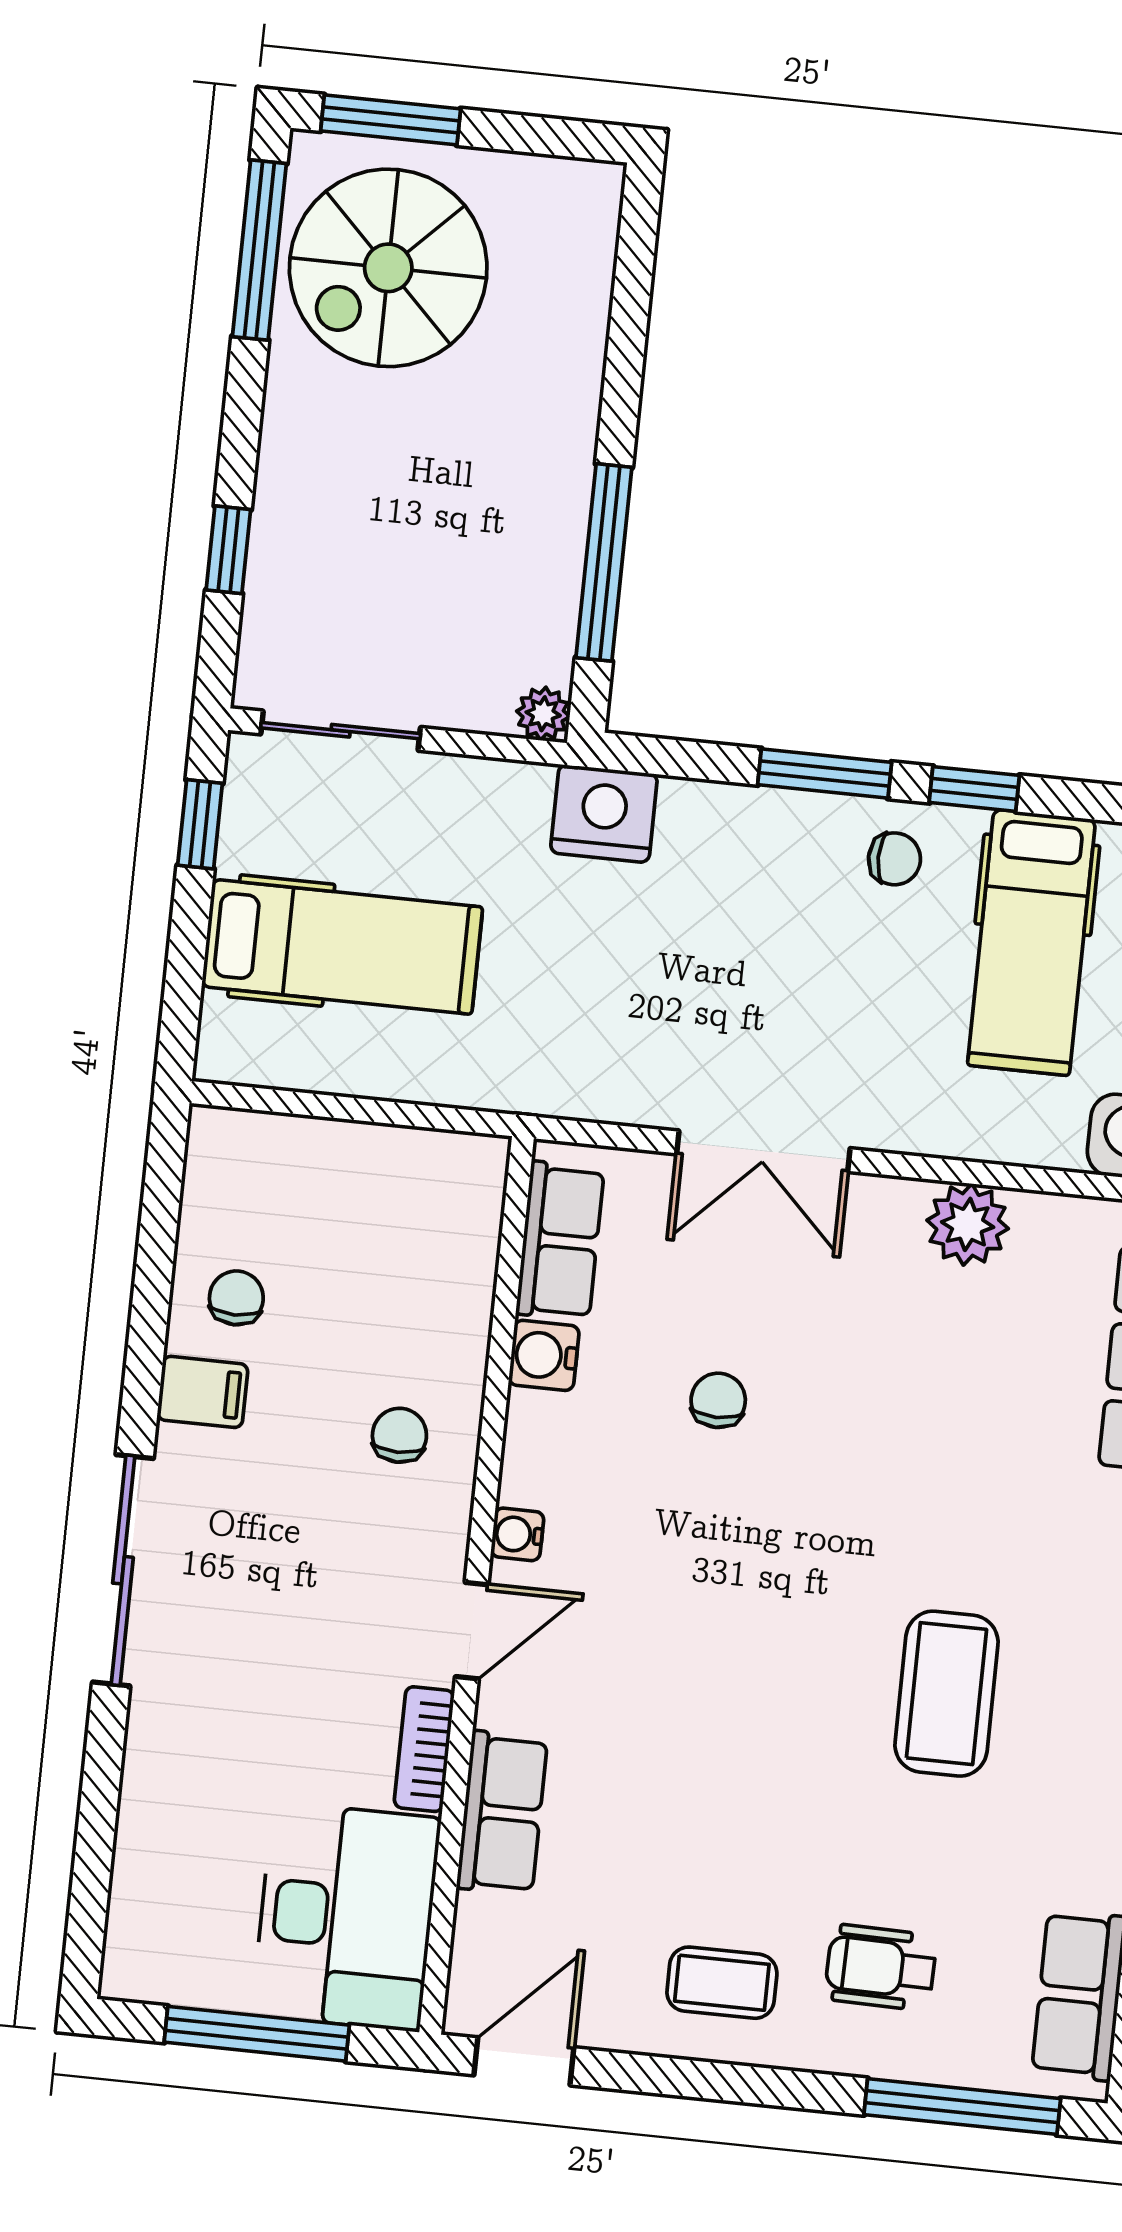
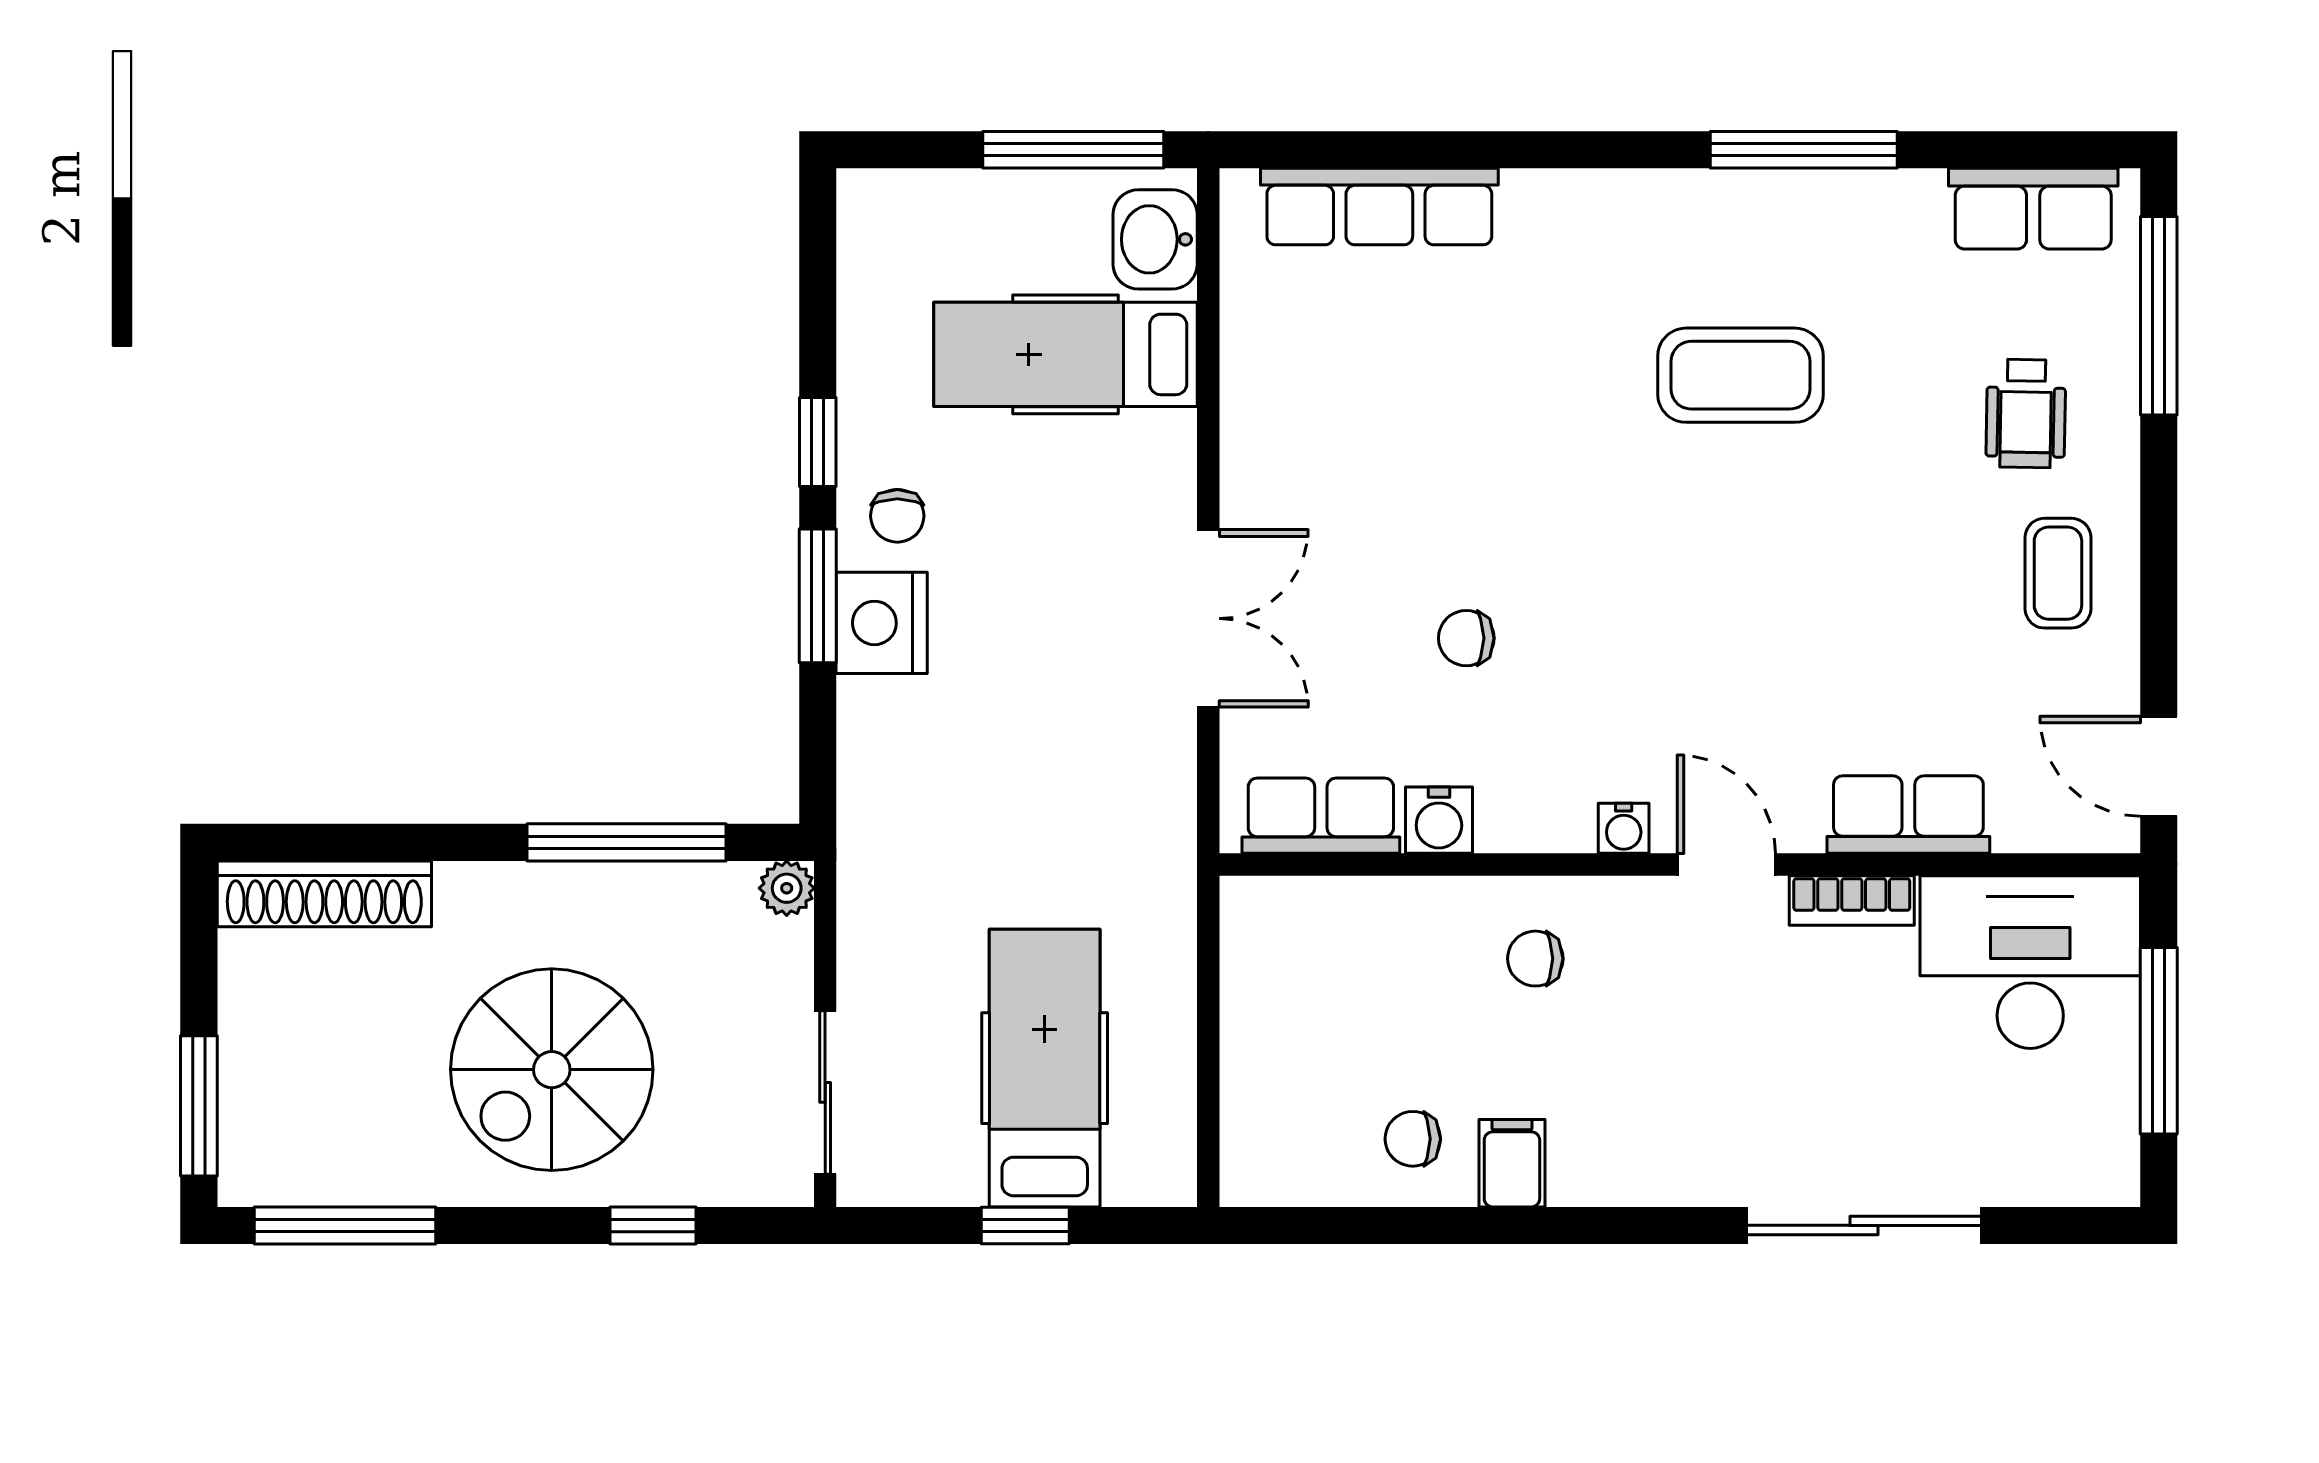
shoe rack: (584, 263) -> (324, 894), added
spiral stairs: (388, 268) -> (552, 1070), moved, turned 90
nightstand: (604, 814) -> (882, 623), moved
window: (200, 824) -> (1025, 1225), moved
chair: (895, 859) -> (897, 516), turned 180
hospital bed: (1031, 942) -> (1066, 354), moved, turned 180
plant: (968, 1224) -> (1261, 403), removed
sliding door: (123, 1570) -> (1864, 1225), moved

